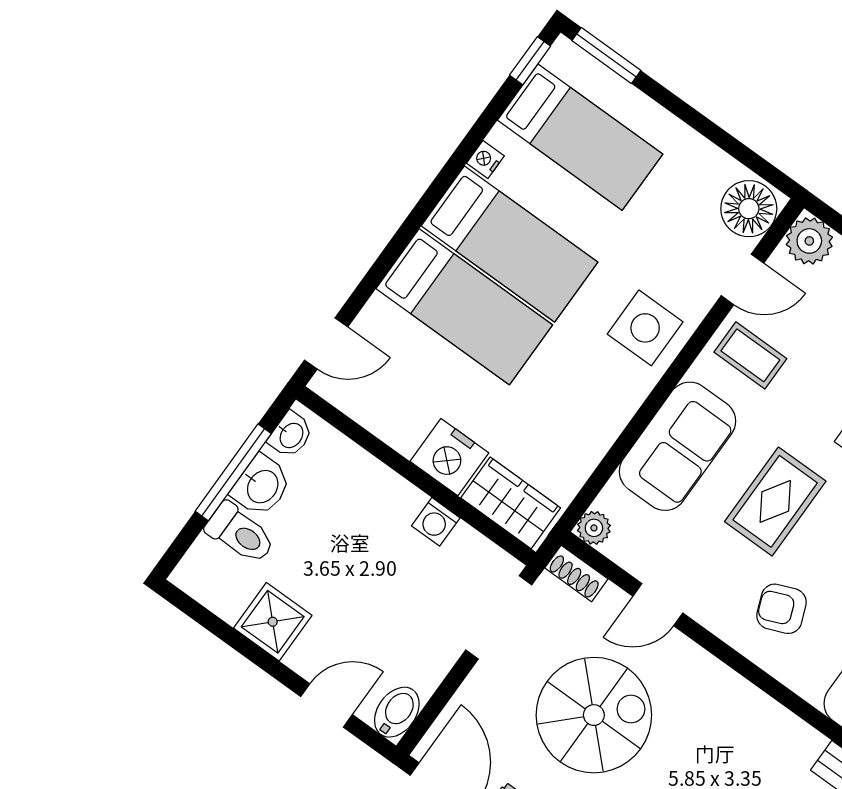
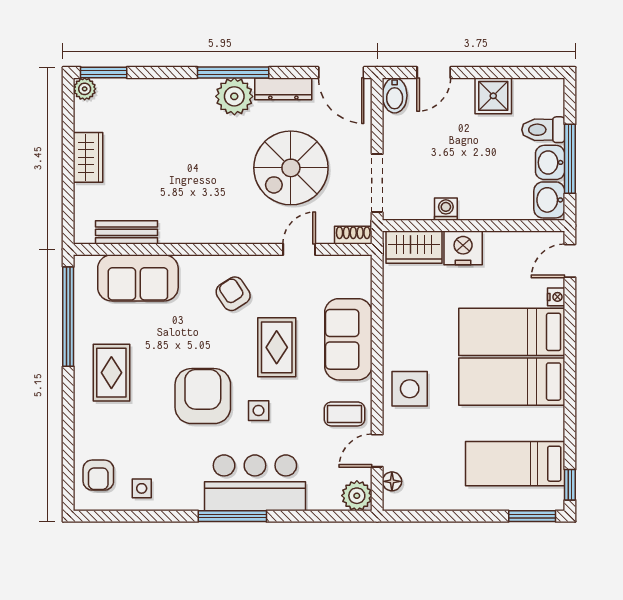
nightstand: (485, 159) -> (556, 297), moved
floor lamp: (749, 209) -> (392, 481), width x0.53, depth x0.53
washbasin: (291, 435) -> (549, 200), width x1.38, depth x1.45
plant: (594, 528) -> (361, 265), removed
armchair: (782, 609) -> (233, 294), turned -101

